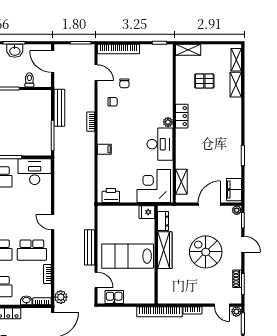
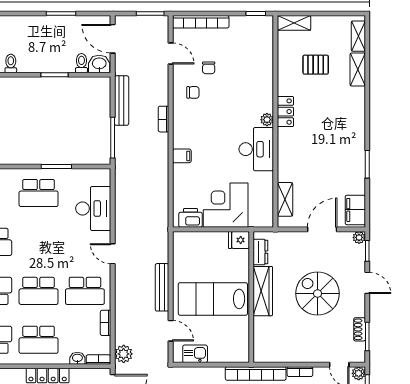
washbasin: (15, 51) -> (99, 64), moved, turned 180
desk: (35, 172) -> (93, 208), moved, turned 90
corner desk: (154, 186) -> (226, 205), moved

